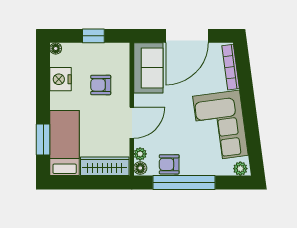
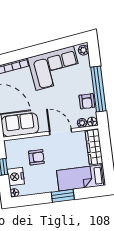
nightstand: (60, 79) -> (16, 177), moved, turned 90
armchair: (101, 85) -> (36, 157), turned -90
window: (43, 140) -> (63, 196), moved

